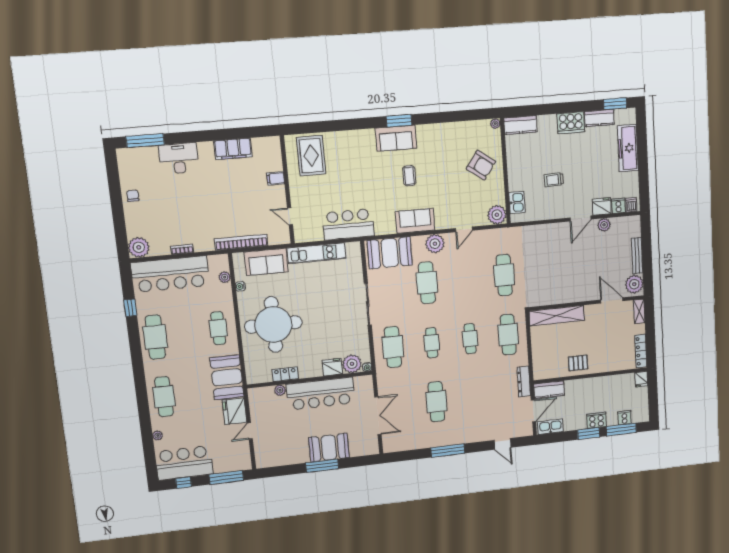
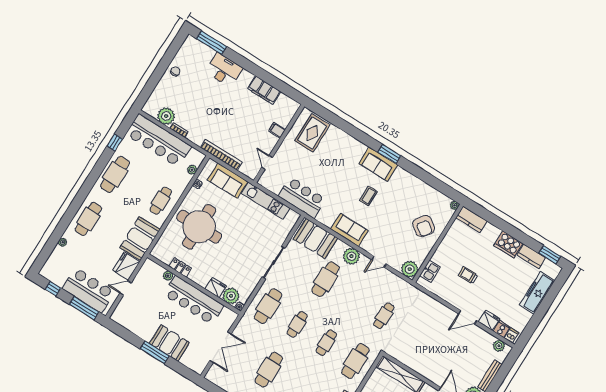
plant: (604, 225) -> (499, 346), moved
plant: (139, 247) -> (166, 116), moved
cafe table: (504, 275) -> (384, 316), width x0.73, depth x0.74
bar counter: (184, 463) -> (89, 290), moved

